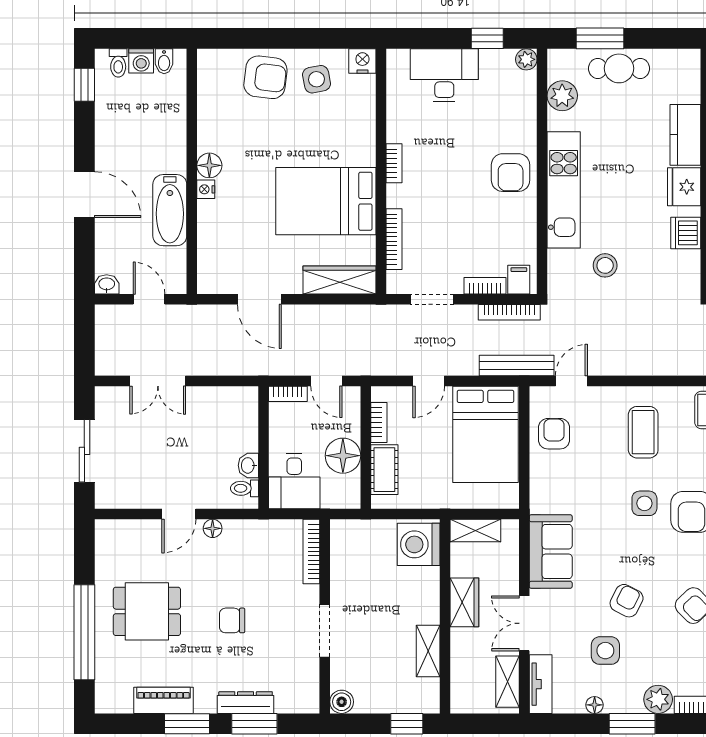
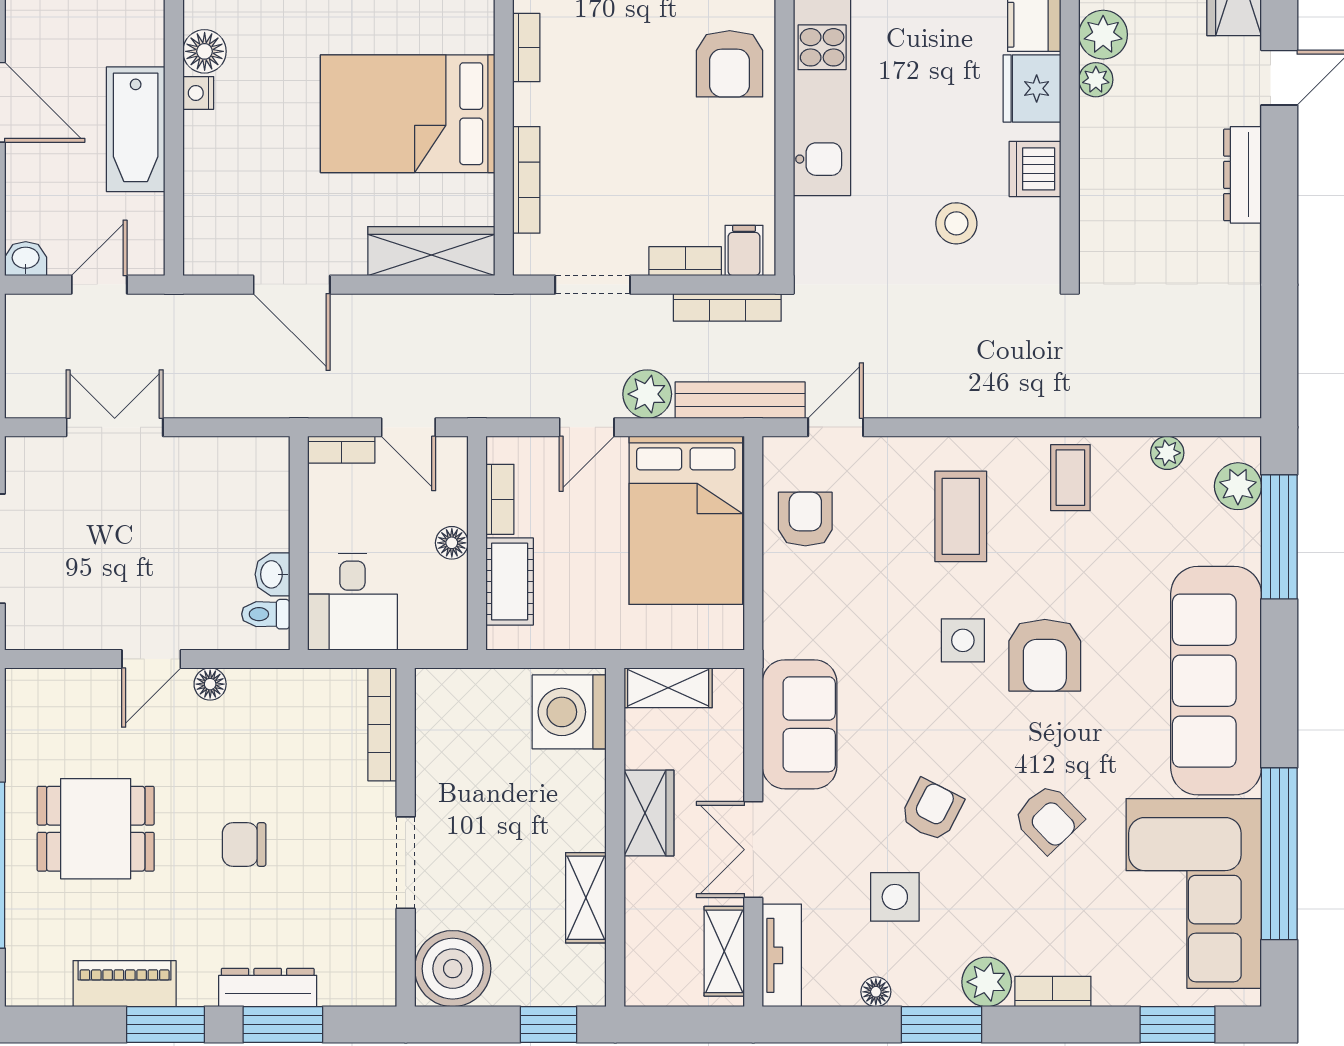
stool: (605, 265) -> (956, 223), moved
door: (149, 299) -> (99, 285), hinge flipped
plant: (463, 362) -> (647, 394), added
double door: (158, 381) -> (115, 427), swing flipped
floor lamp: (343, 456) -> (452, 543), width x0.53, depth x0.53
boiler: (342, 702) -> (453, 969), width x1.86, depth x1.86

